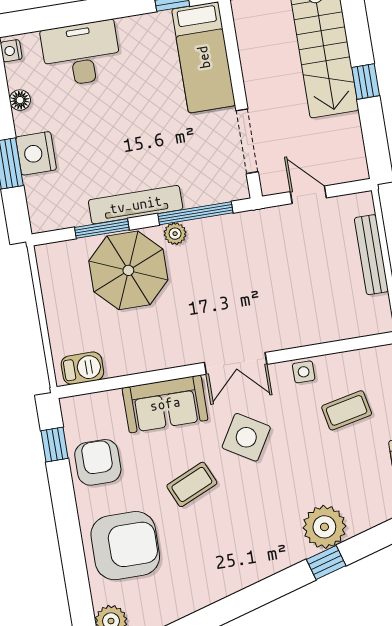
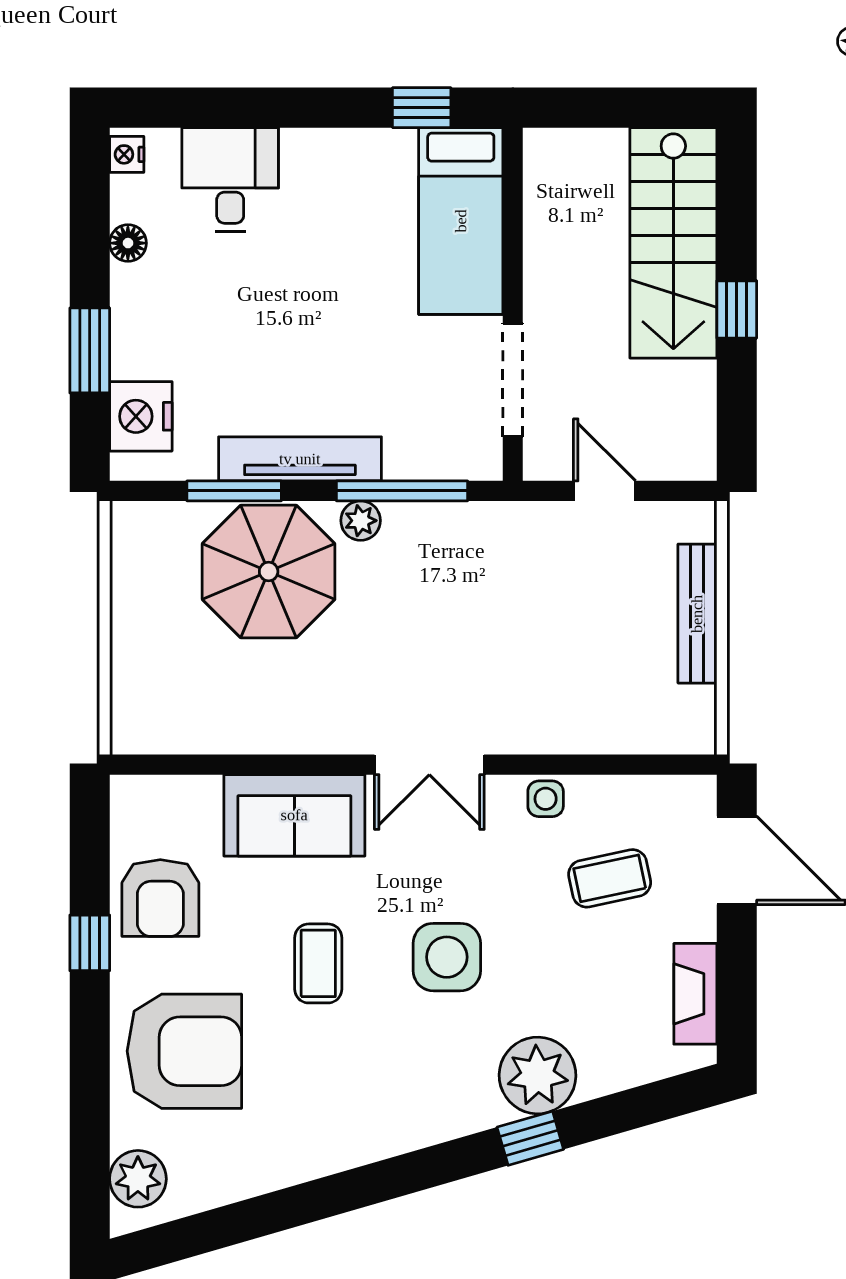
desk: (81, 54) -> (230, 180), width x0.73
nightstand: (36, 153) -> (141, 416), moved
barbecue: (82, 368) -> (160, 729), removed
side table: (246, 437) -> (447, 957), moved, turned -31
window: (54, 444) -> (90, 943), moved
armchair: (98, 462) -> (160, 898), turned 180
coffee table: (192, 484) -> (318, 963), turned -66

